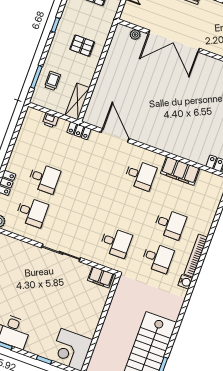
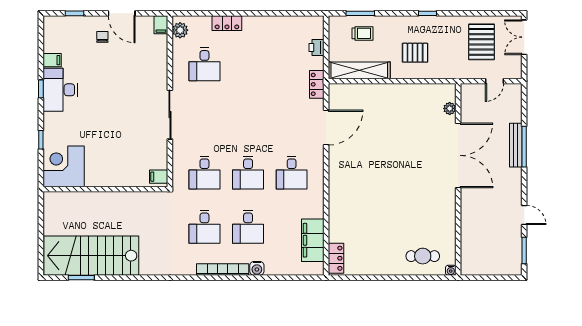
double door: (174, 41) -> (458, 155), swing flipped
pallet: (82, 46) -> (415, 53), turned 90
shelving: (77, 101) -> (359, 70), width x1.47
filing cabinet: (180, 171) -> (313, 240), moved
desk: (44, 178) -> (248, 173), moved
filing cabinet: (101, 277) -> (159, 177), width x0.50
water cooler: (185, 282) -> (257, 268), moved

